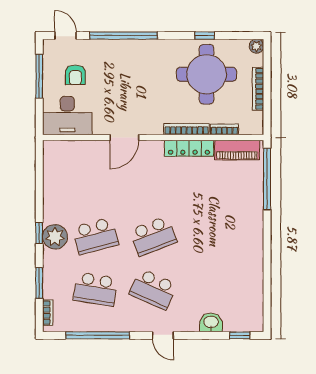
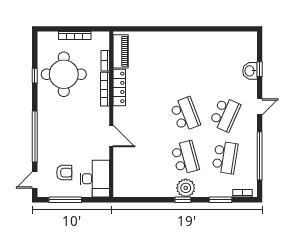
plant: (256, 46) -> (43, 37), removed
window: (267, 179) -> (142, 29), removed
window: (240, 335) -> (260, 69), moved

